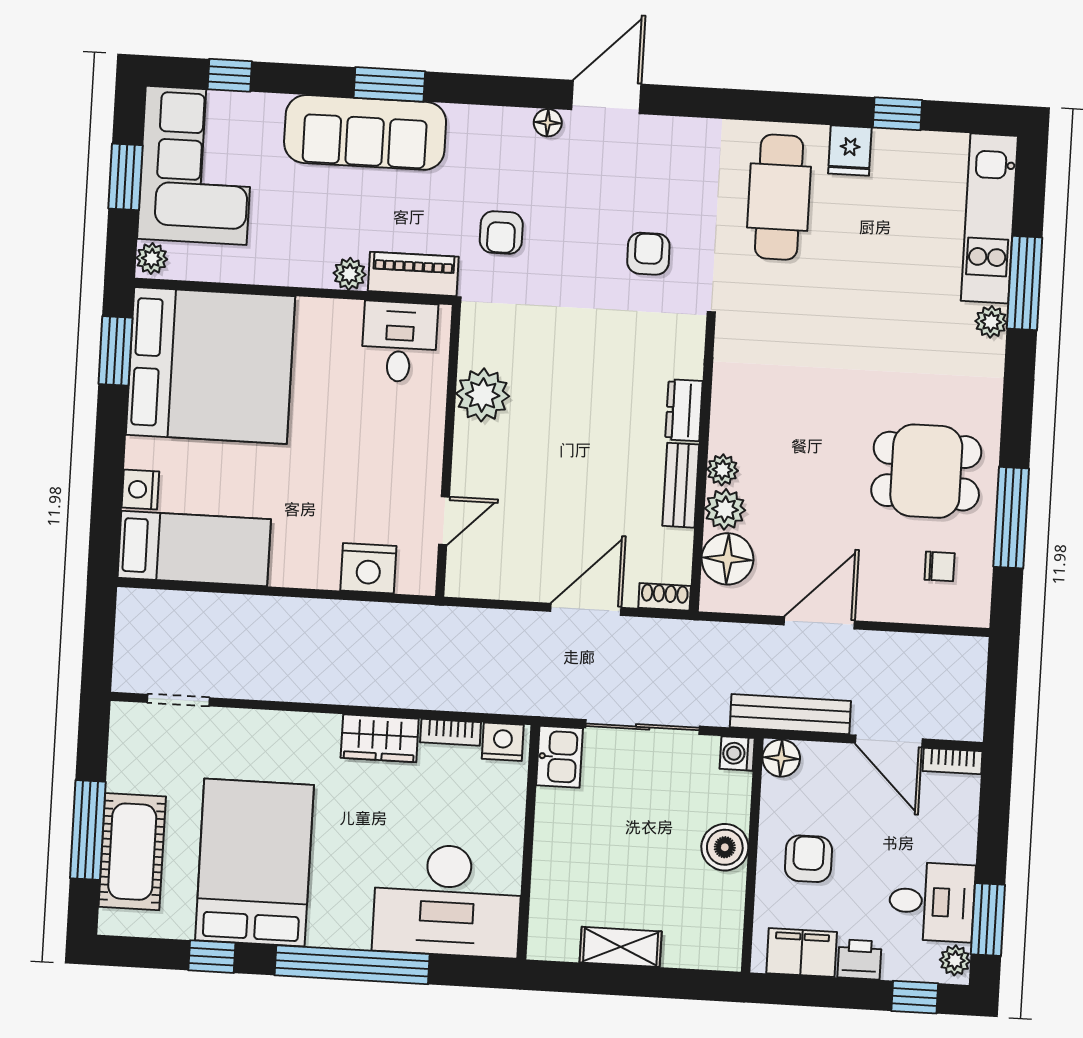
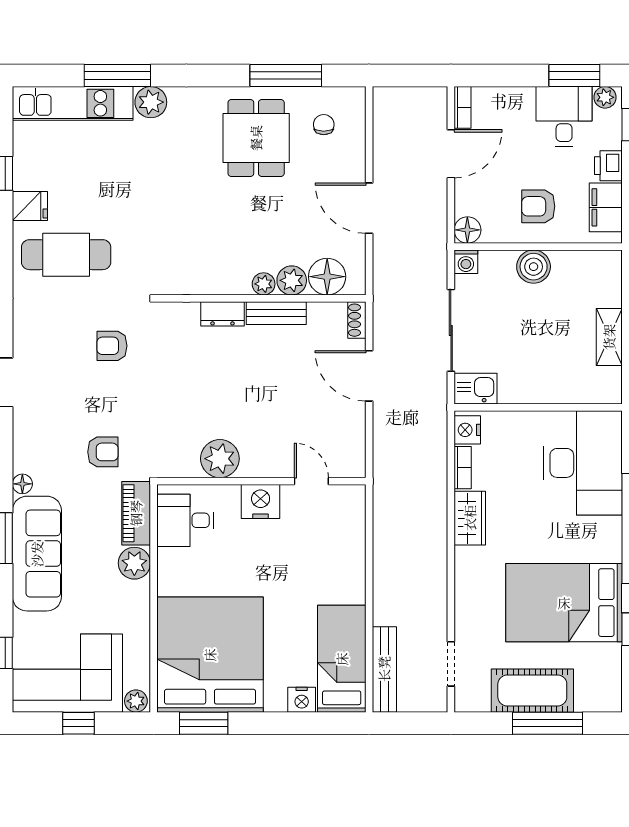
floor lamp: (548, 123) -> (22, 484), moved
window: (125, 177) -> (79, 723), width x0.67
plant: (350, 274) -> (134, 563), width x1.38, depth x1.38
plant: (991, 322) -> (151, 102), width x1.38, depth x1.38
nightstand: (368, 568) -> (261, 501), moved, turned -90
bench: (790, 714) -> (384, 669), moved
cot: (132, 852) -> (532, 691), moved

